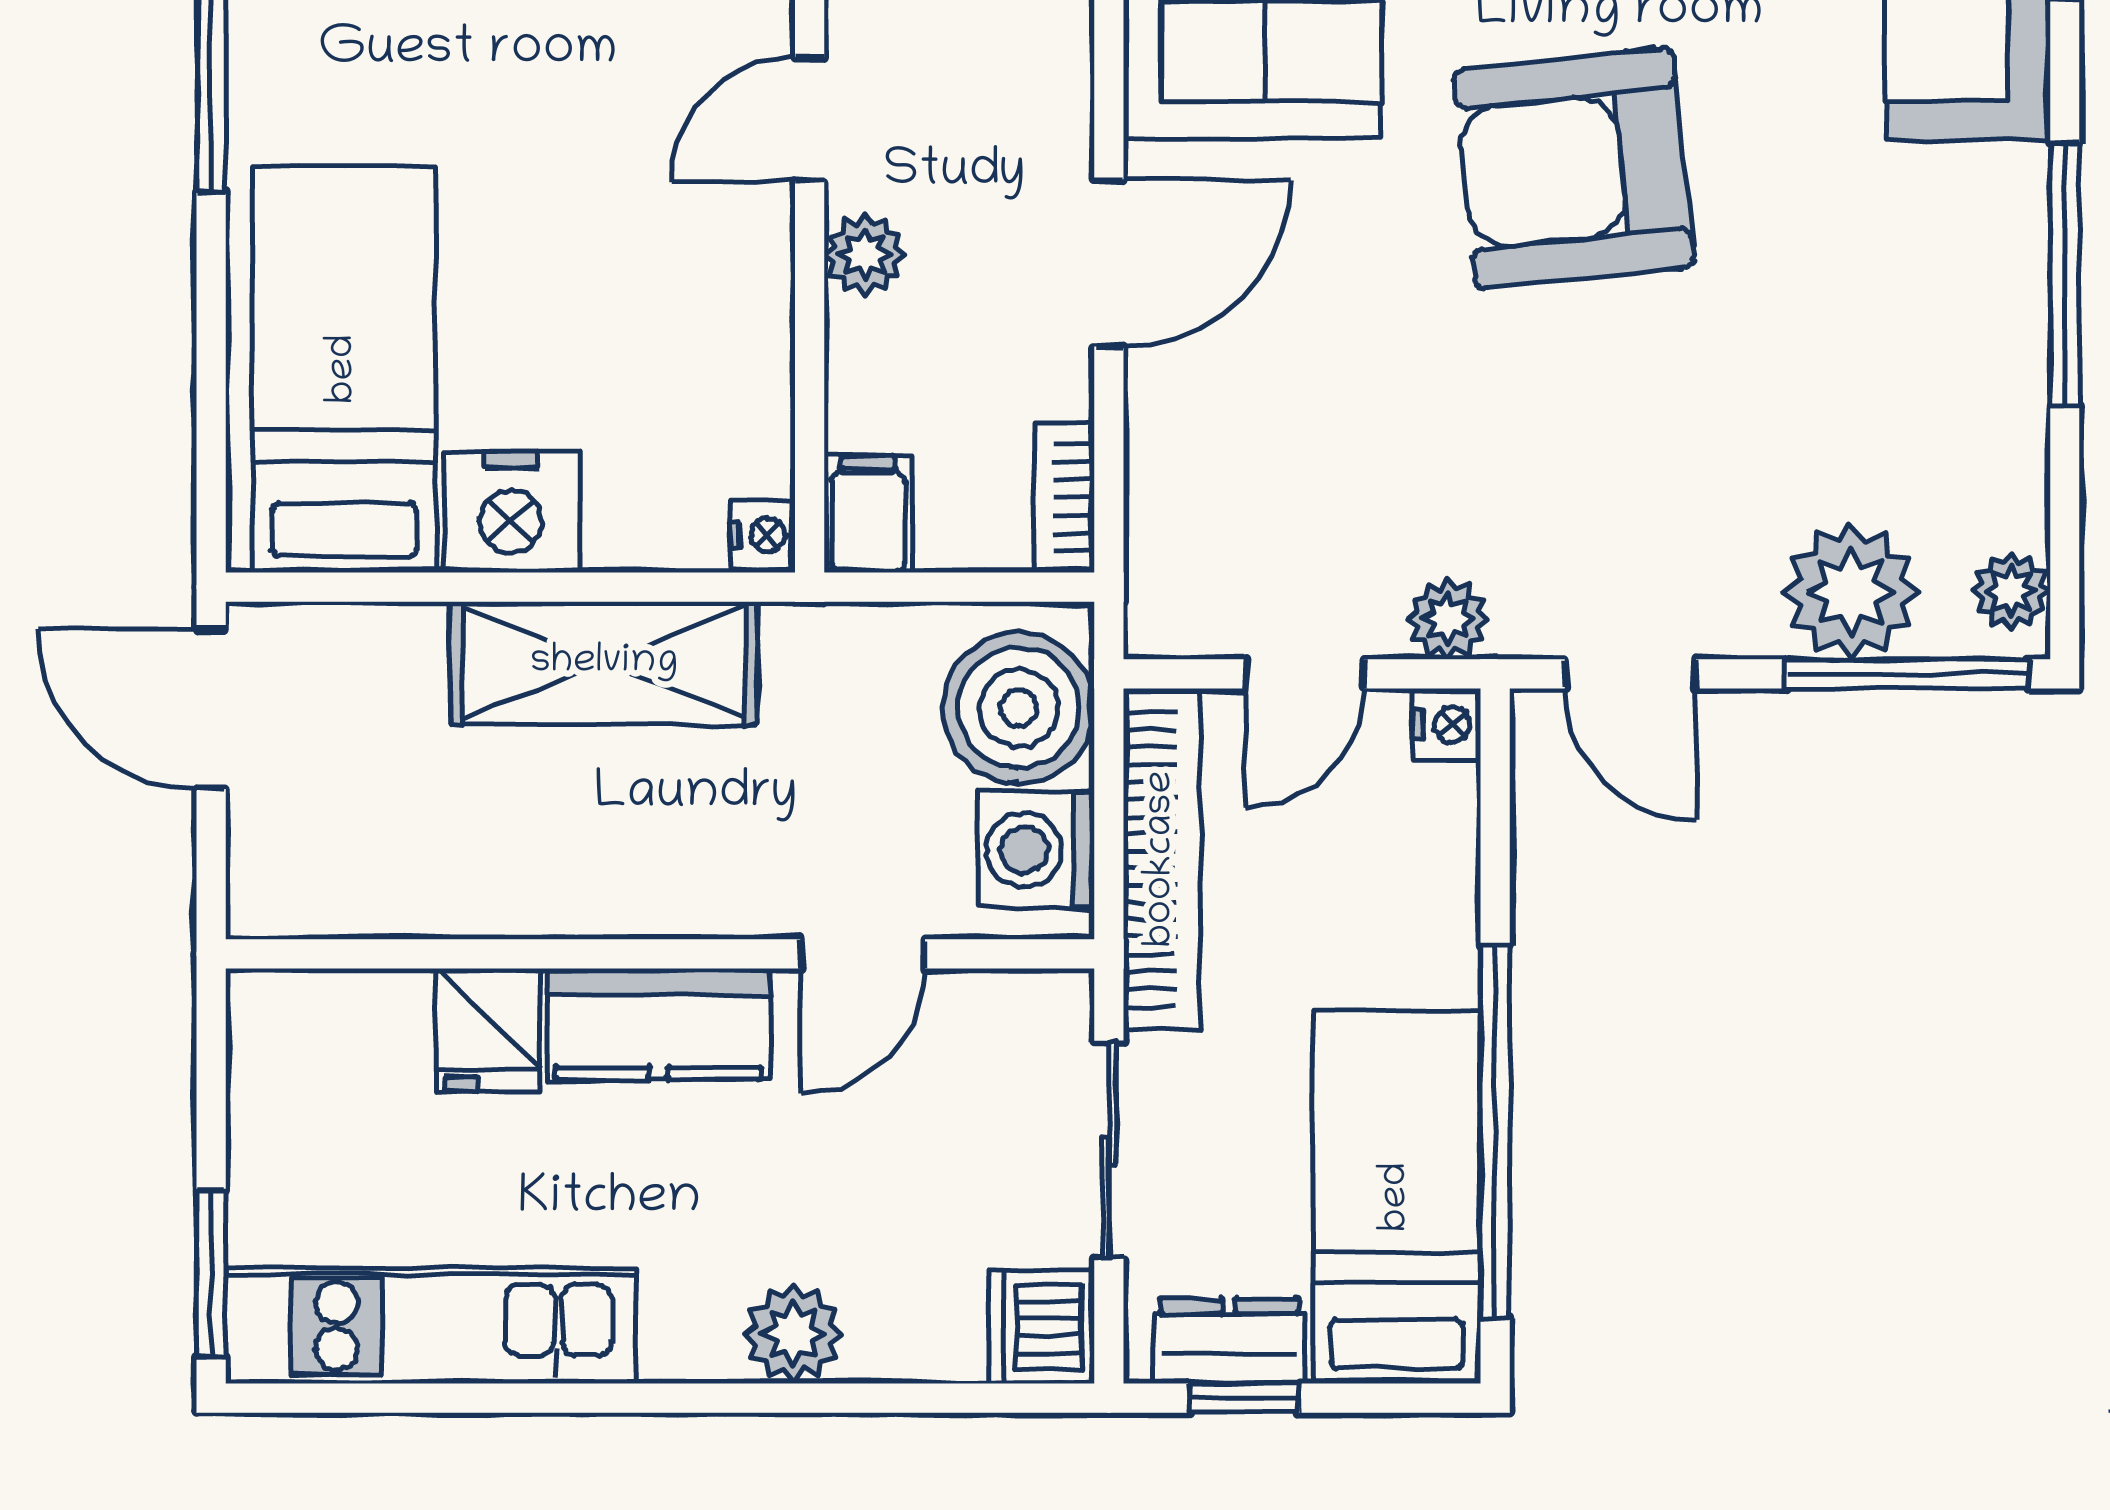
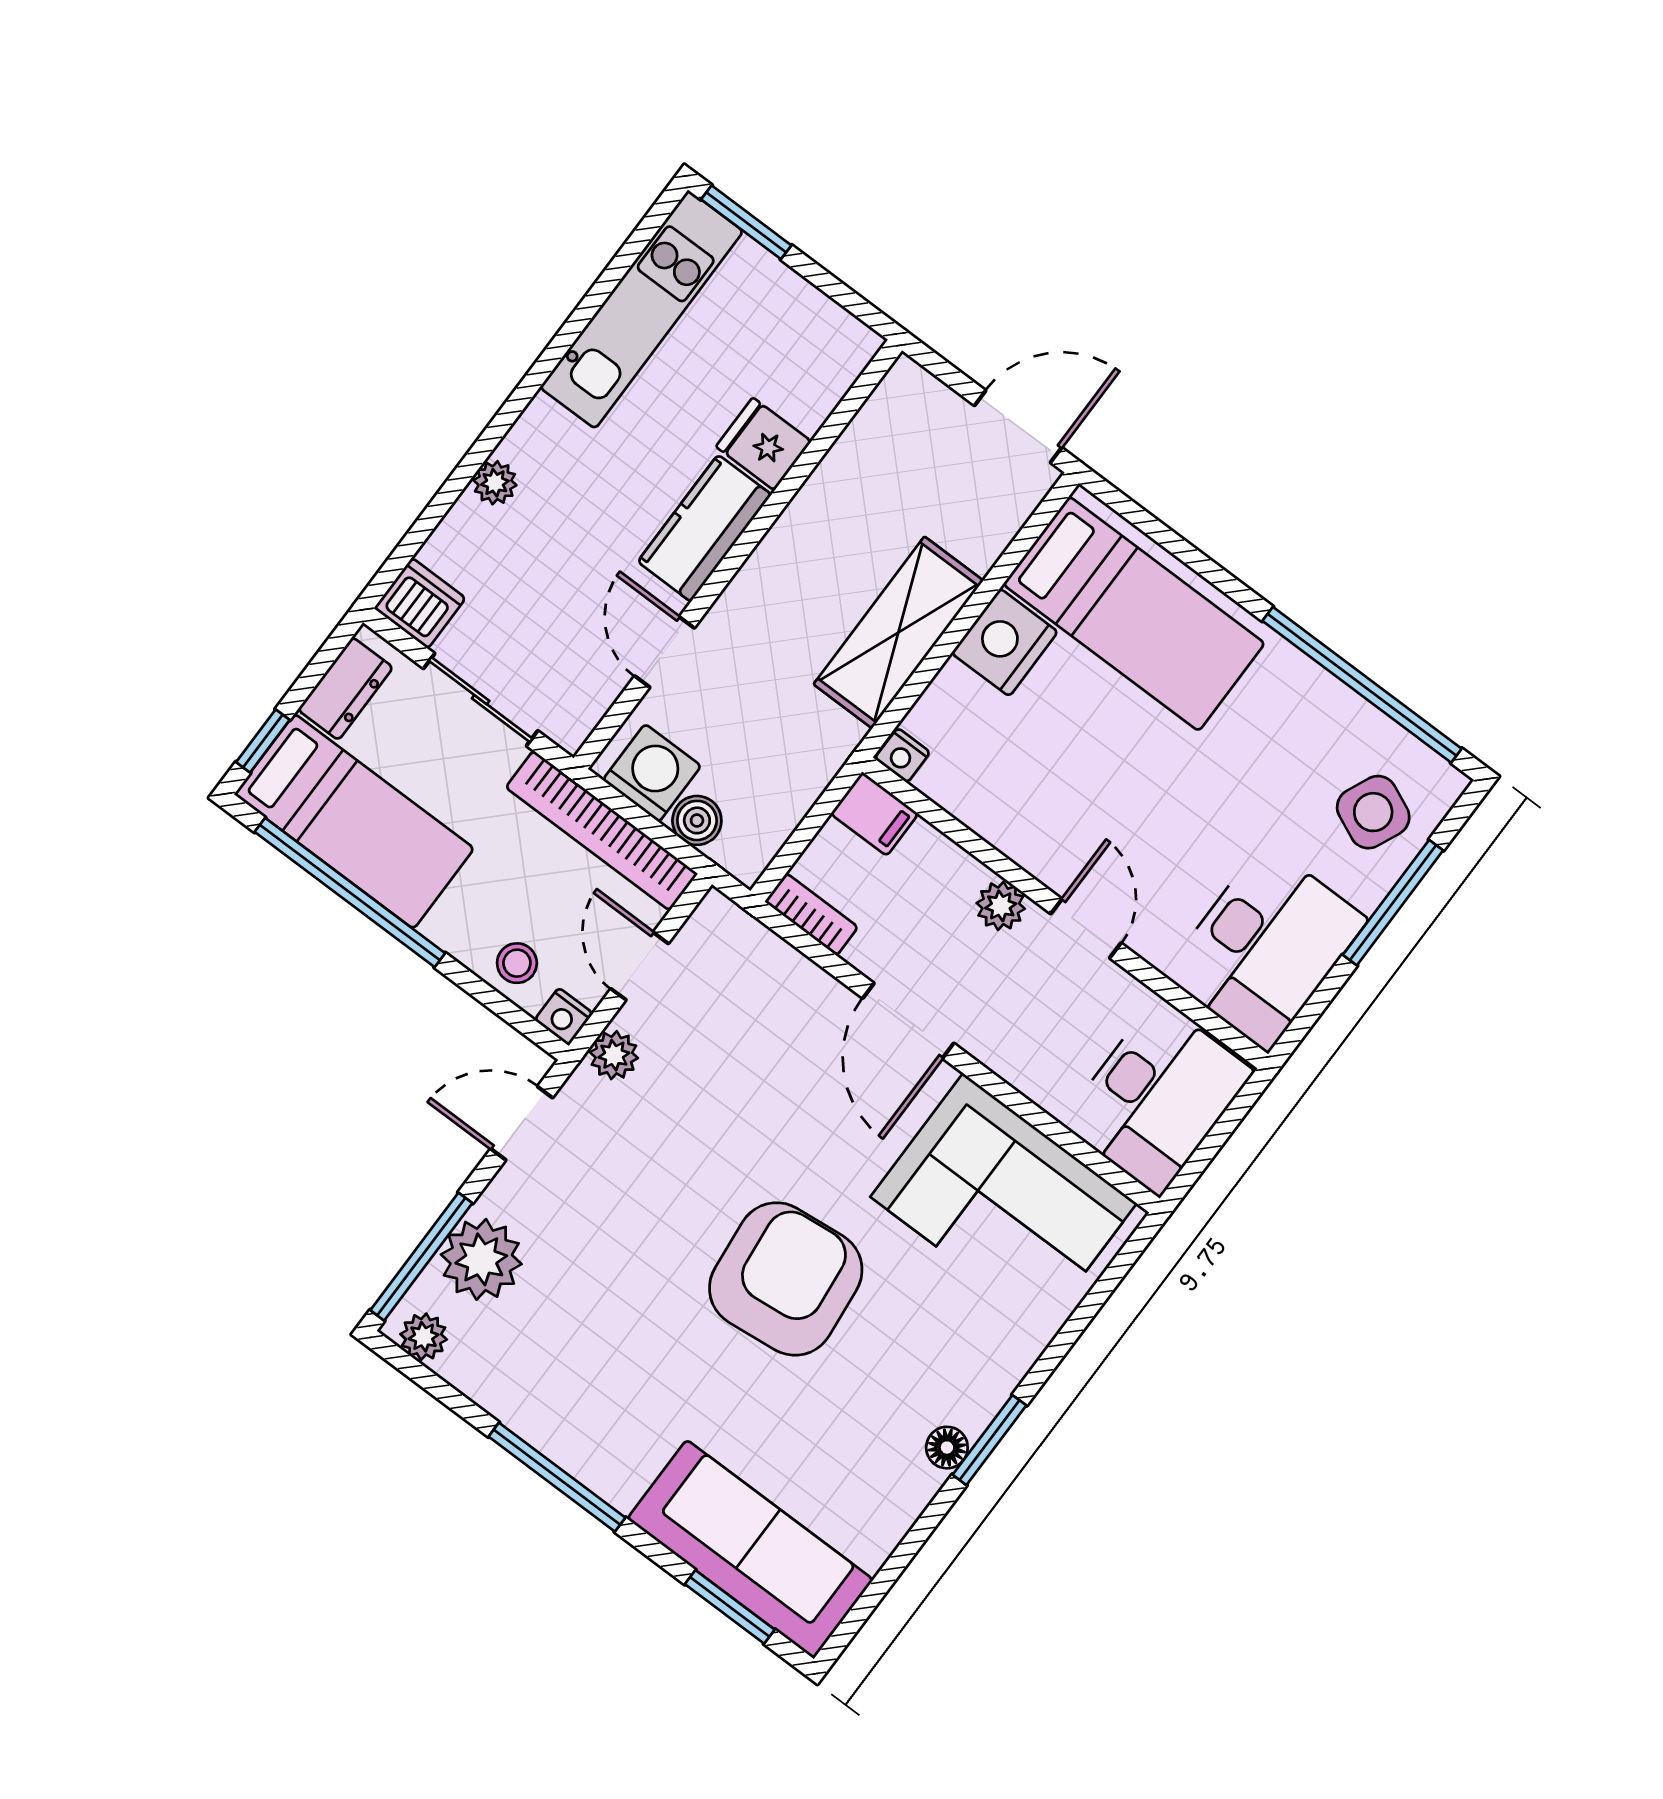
boiler: (1019, 708) -> (697, 820), width x0.54, depth x0.54
stool: (1423, 840) -> (517, 963), added
plant: (793, 1334) -> (495, 483), width x0.73, depth x0.73
window: (1245, 1398) -> (263, 741), moved

